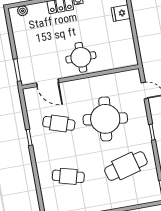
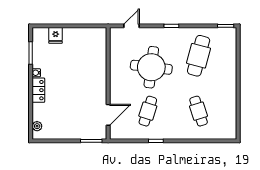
round table: (81, 57) -> (90, 80), removed
cafe table: (126, 166) -> (199, 56), turned 30
cafe table: (68, 176) -> (199, 111), turned -33

